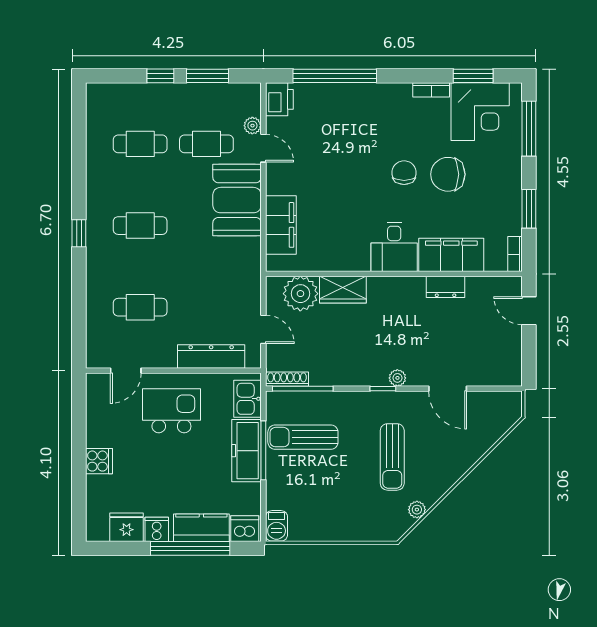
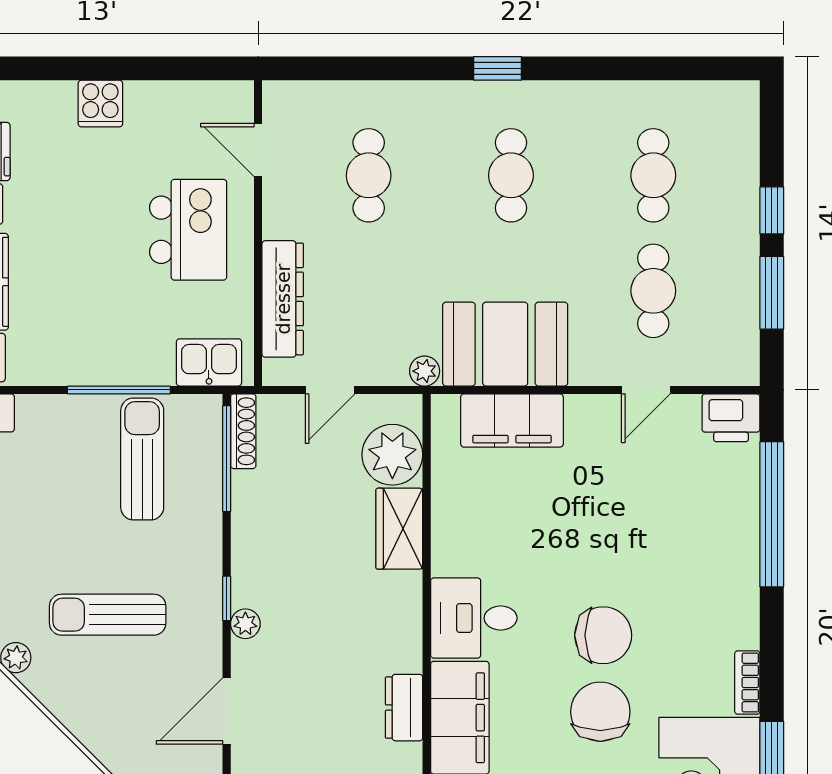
plant: (252, 126) -> (425, 371), moved
chair: (404, 173) -> (603, 635), width x1.37, depth x1.37
booth: (237, 200) -> (505, 344), moved
freezer: (247, 451) -> (119, 361), removed

